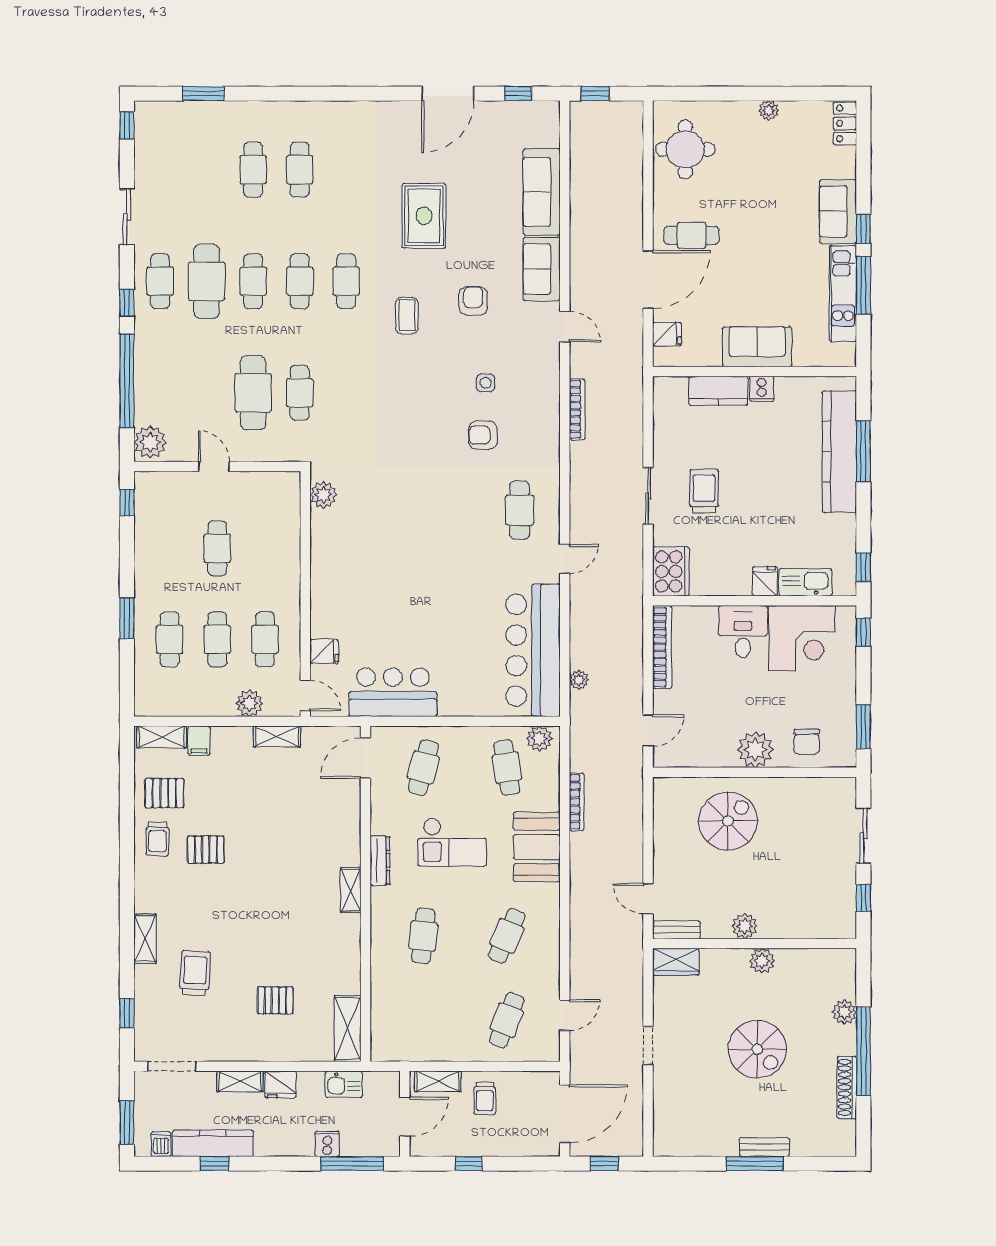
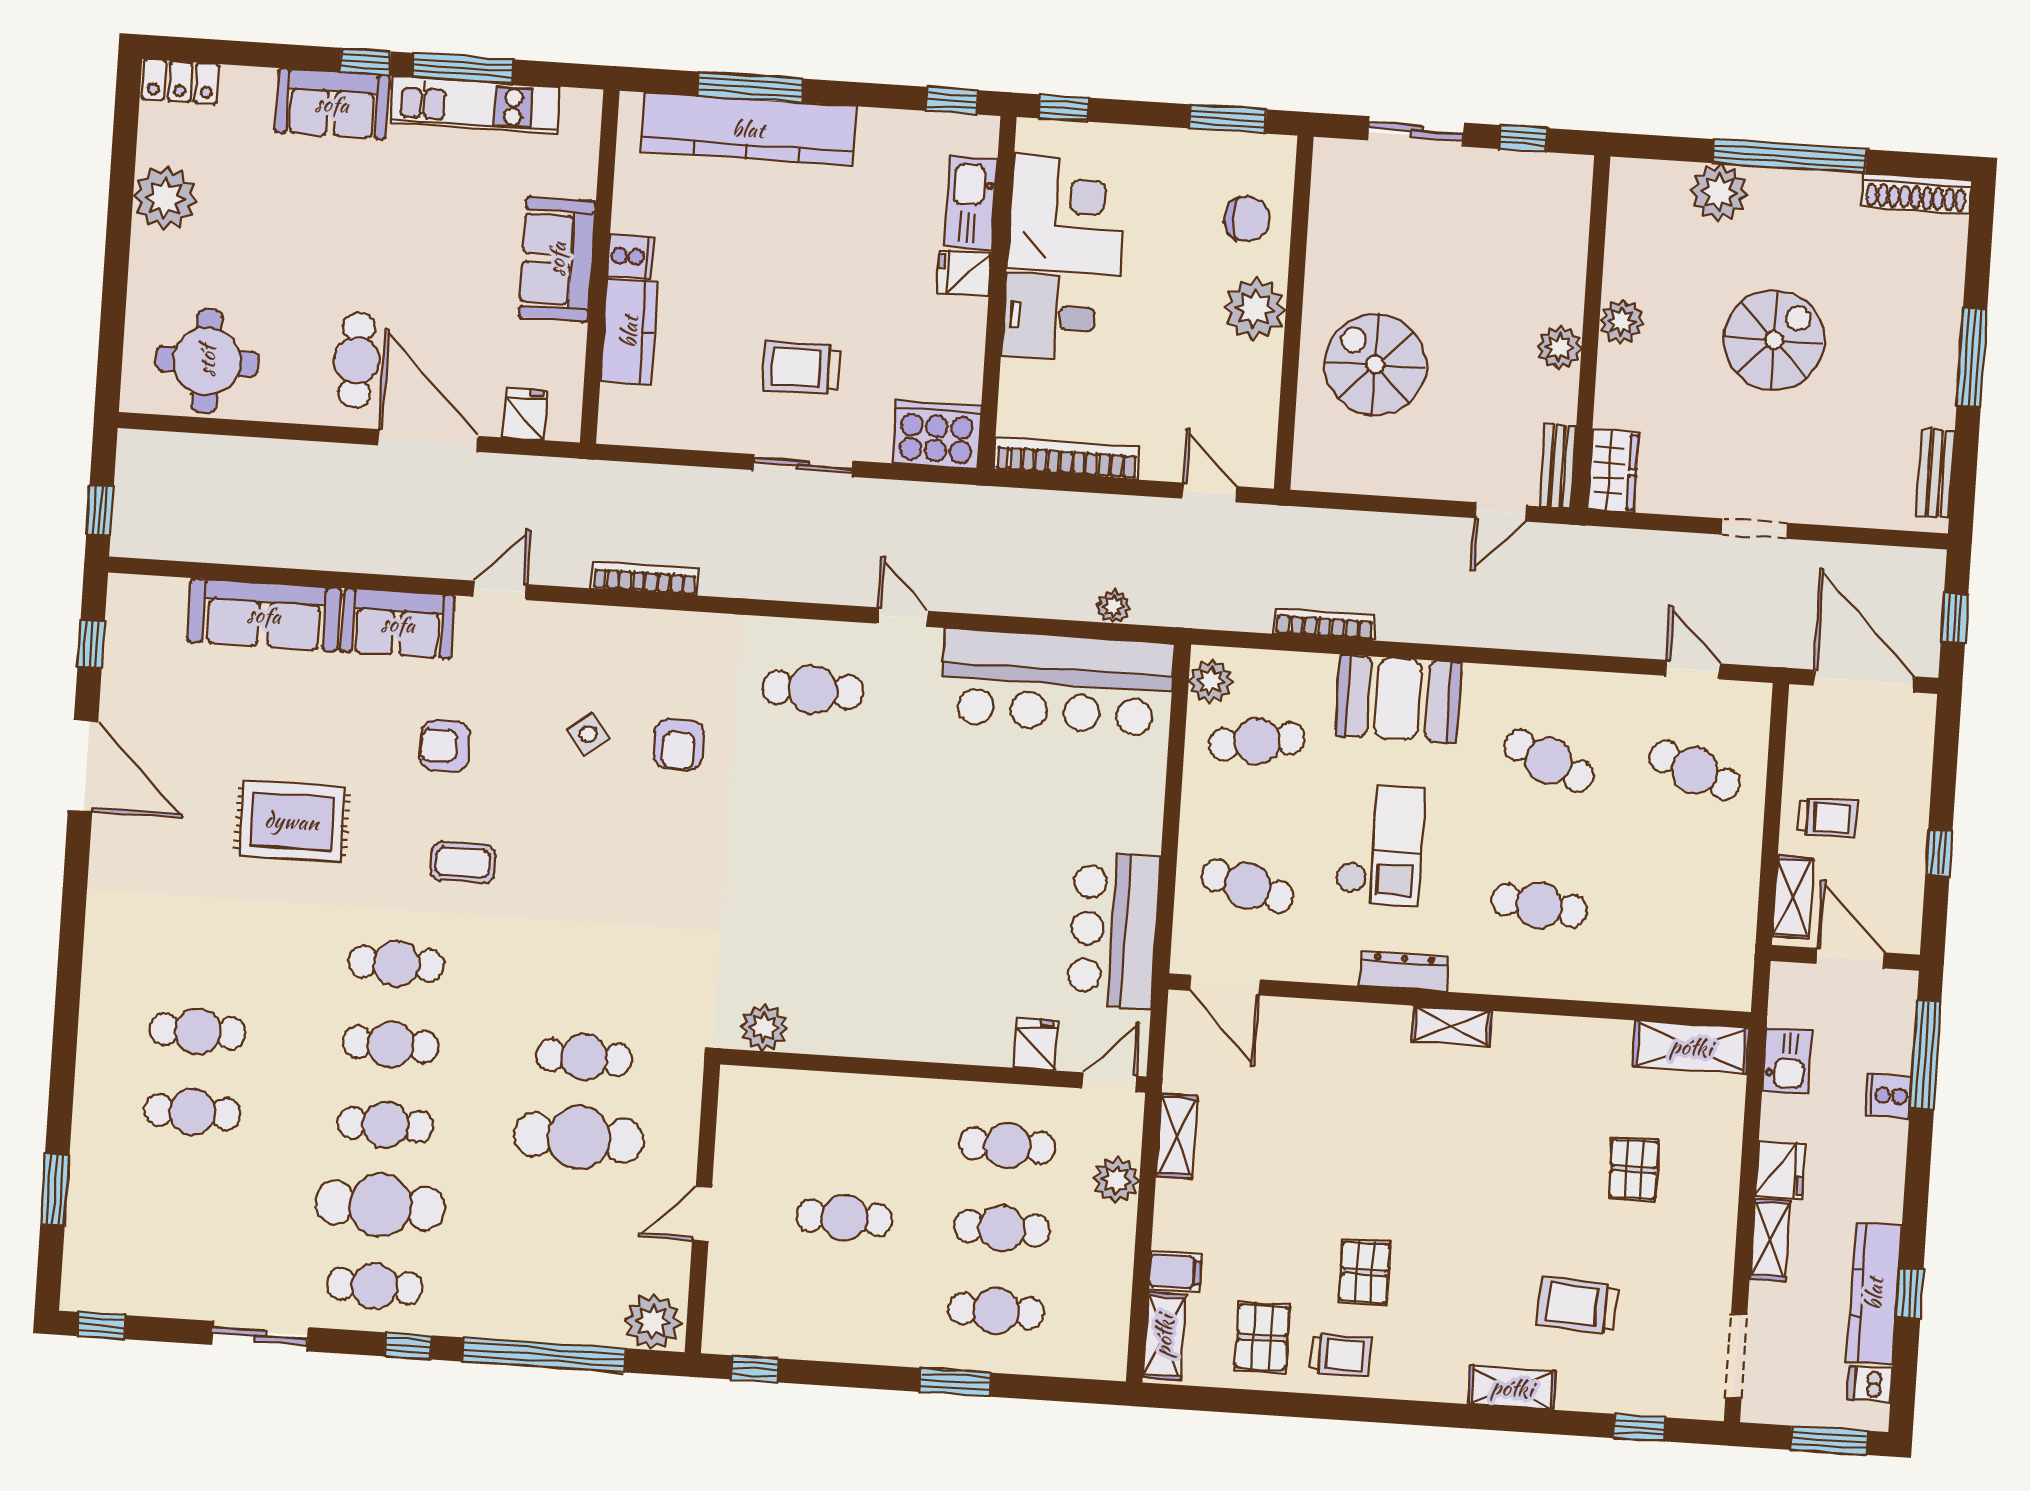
plant: (769, 110) -> (165, 198), width x1.88, depth x1.88
side table: (486, 383) -> (588, 734), turned -38
plant: (844, 1012) -> (1719, 193), width x1.36, depth x1.36
shoe rack: (847, 1087) -> (1916, 194), moved
bench: (764, 1147) -> (1935, 474), moved

